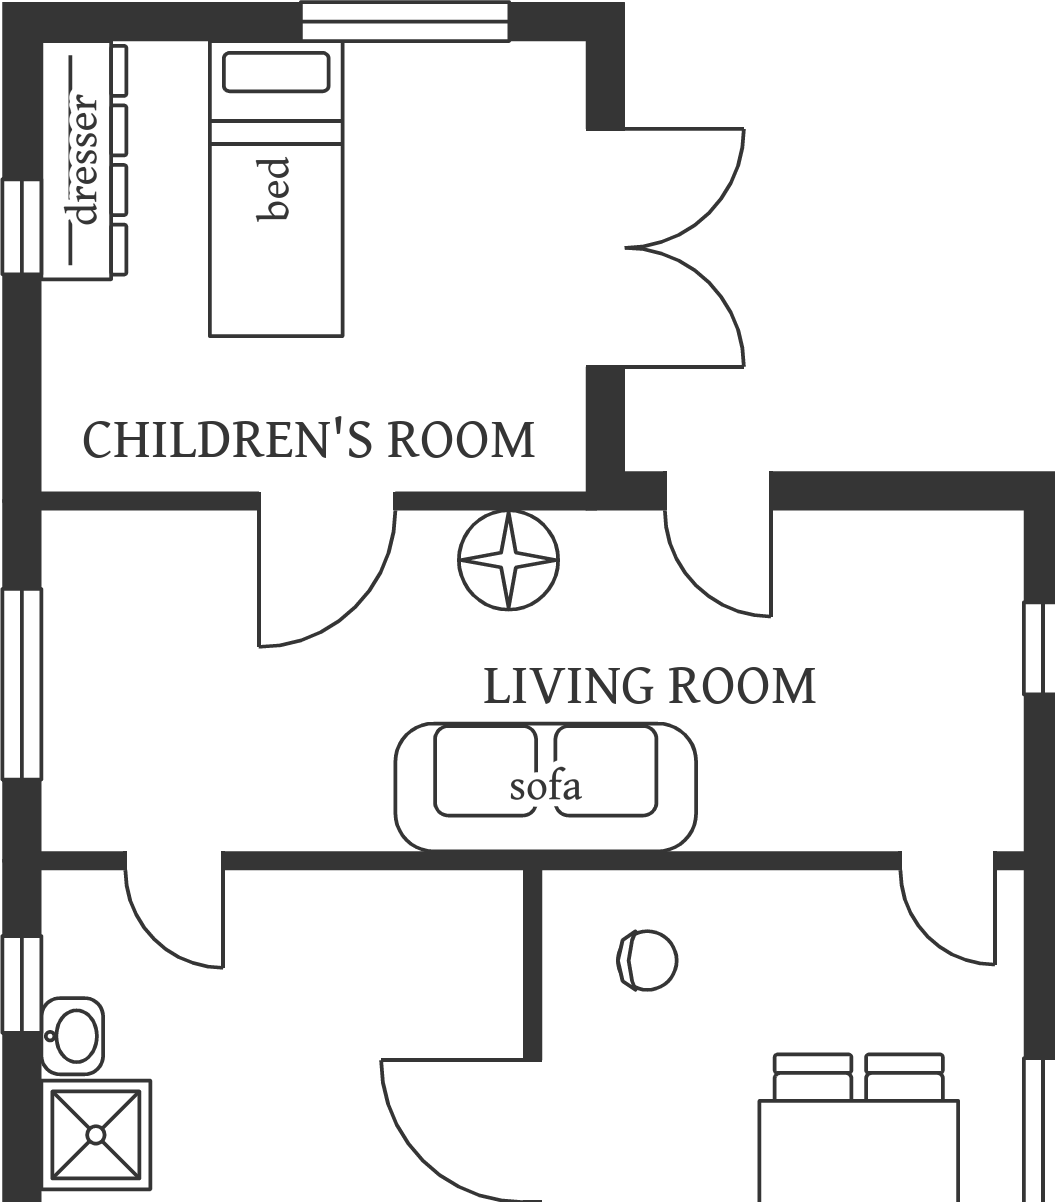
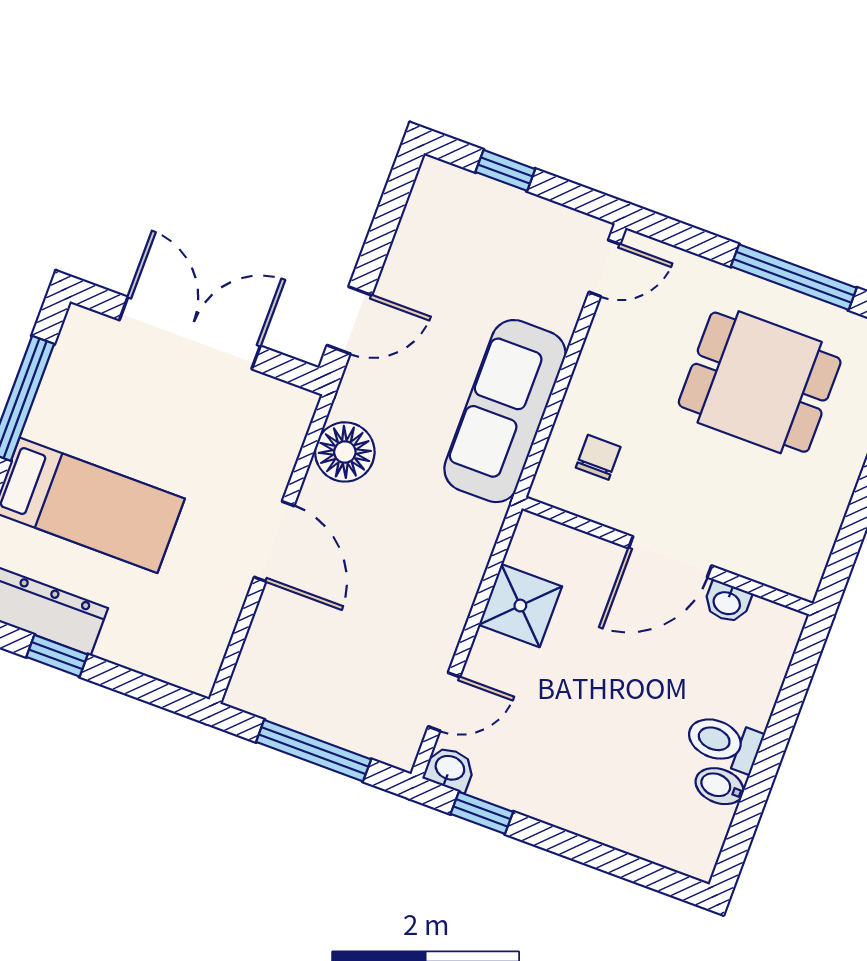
sofa: (546, 787) -> (505, 411), moved
washbasin: (72, 1036) -> (450, 769), moved
shower: (96, 1135) -> (520, 606), moved

